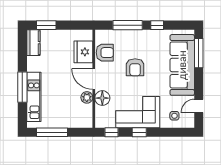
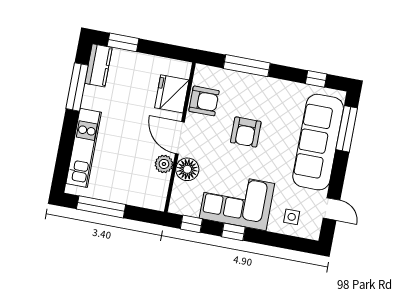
window: (157, 25) -> (316, 79), moved
window: (22, 87) -> (77, 87), moved
door: (199, 106) -> (331, 209), swing flipped

